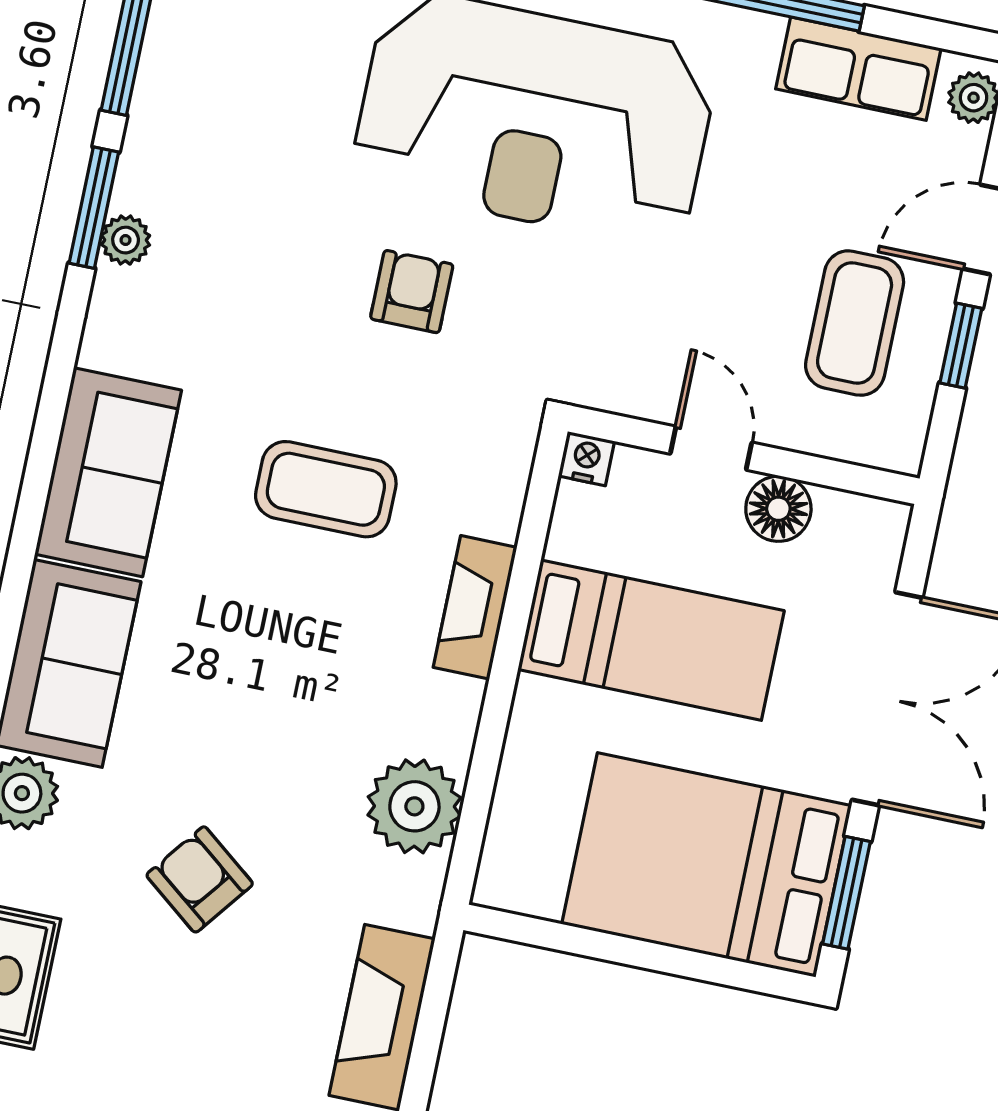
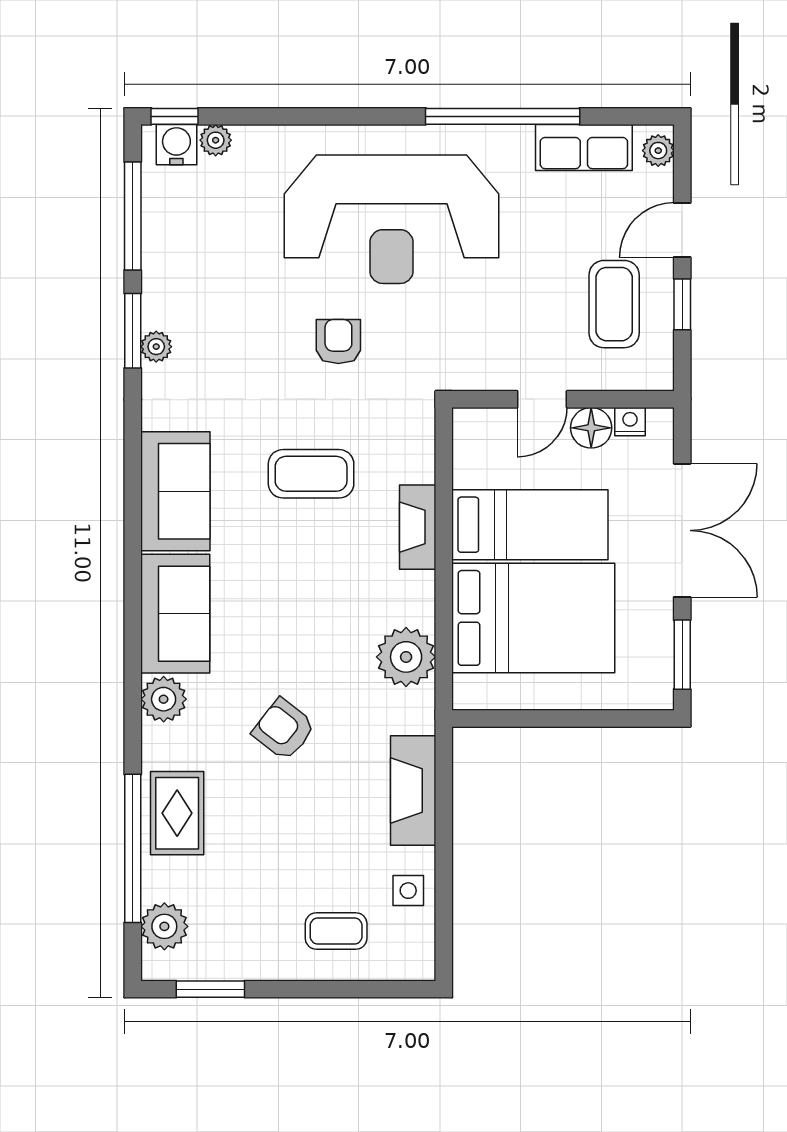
door: (711, 448) -> (542, 399), swing flipped
nightstand: (586, 459) -> (630, 422), moved
bed: (707, 865) -> (533, 618), moved, turned 180

